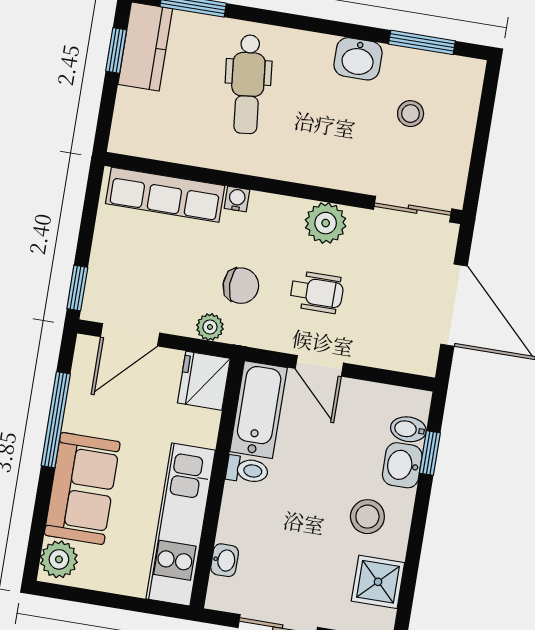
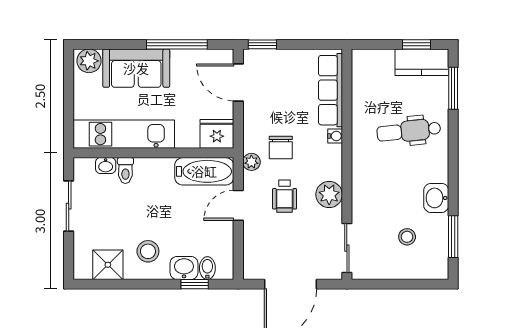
plant: (210, 327) -> (251, 162), moved
toilet: (247, 470) -> (125, 170), moved

